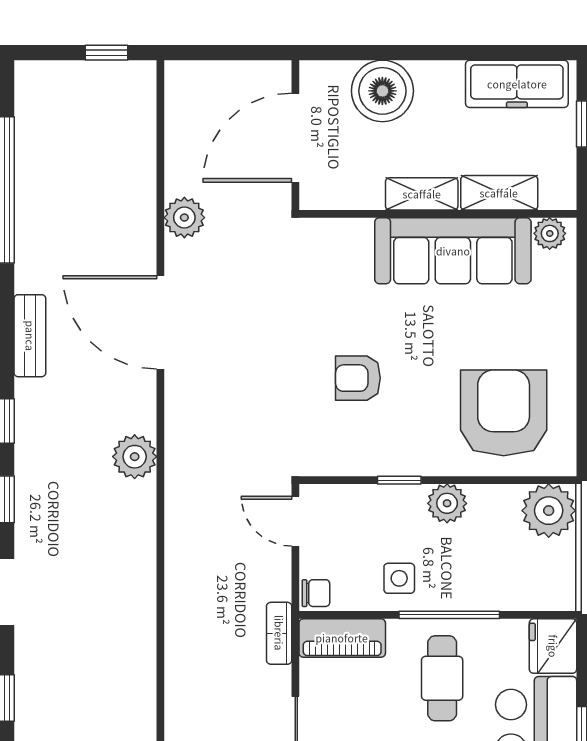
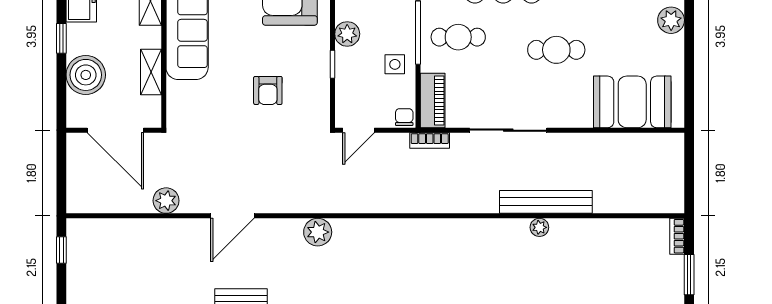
window: (440, 53) -> (61, 38), added
shelving: (422, 194) -> (151, 72), moved
door: (160, 322) -> (232, 216), width x0.73

